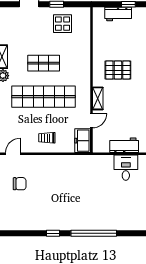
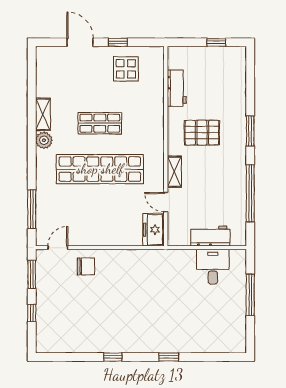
workbench: (118, 14) -> (177, 88), moved, turned -90
door: (92, 121) -> (166, 202), swing flipped
trolley: (47, 138) -> (104, 226), removed
chair: (20, 184) -> (86, 266), moved
window: (94, 233) -> (169, 357), width x0.32

